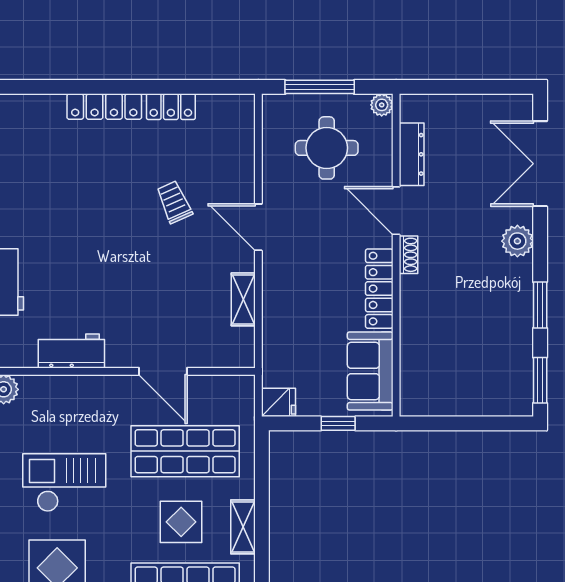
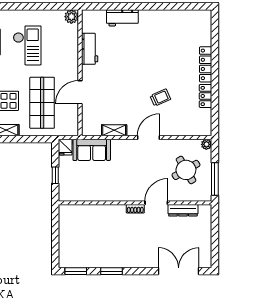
window: (320, 87) -> (215, 179), moved
plant: (382, 105) -> (206, 144), moved
round table: (327, 148) -> (186, 170), turned -30
plant: (517, 241) -> (142, 260), removed
locker: (379, 289) -> (119, 195), removed
sofa: (370, 371) -> (92, 150), moved, turned 180

